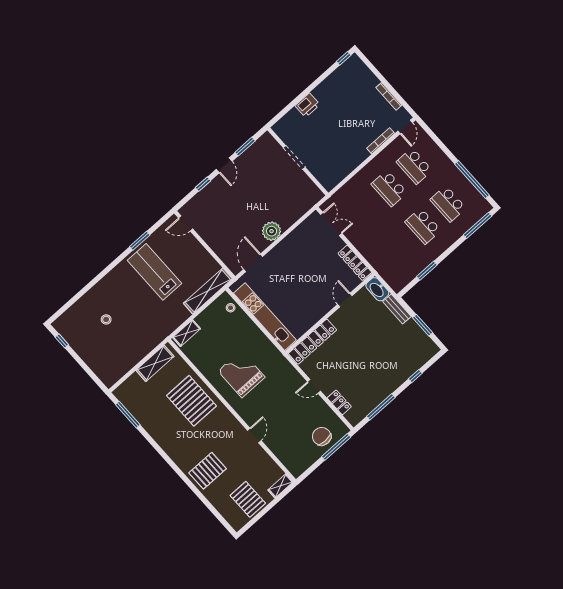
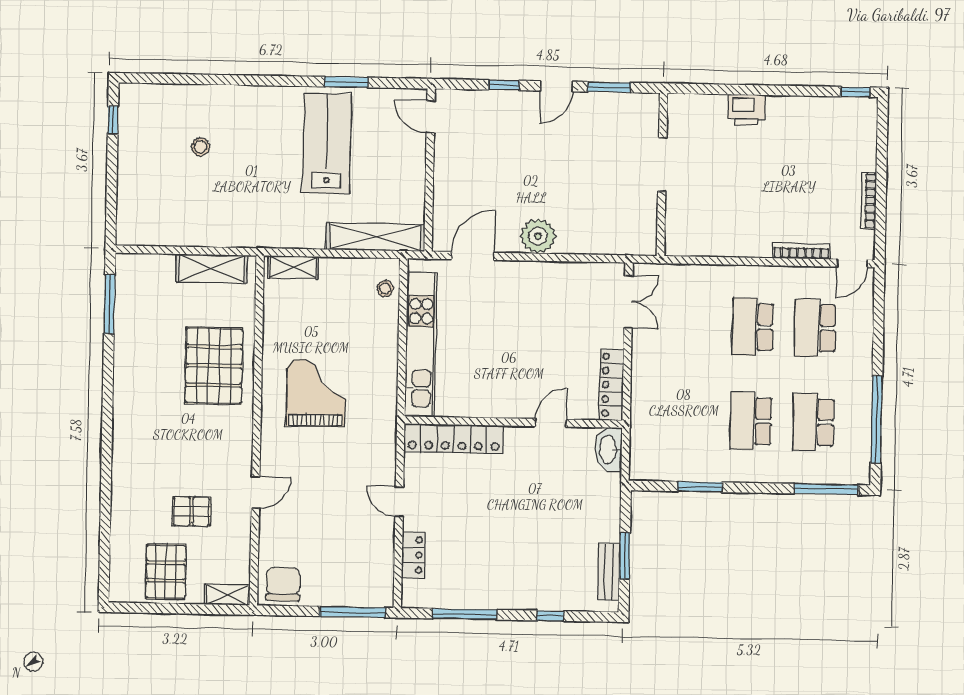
bench: (397, 309) -> (609, 572), moved
chair: (322, 436) -> (283, 584), moved
pallet: (208, 471) -> (191, 511), moved, width x0.67, depth x0.71

